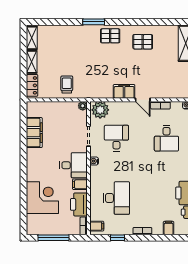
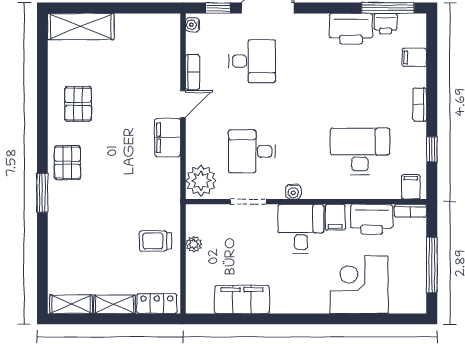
plant: (83, 106) -> (194, 244), moved

